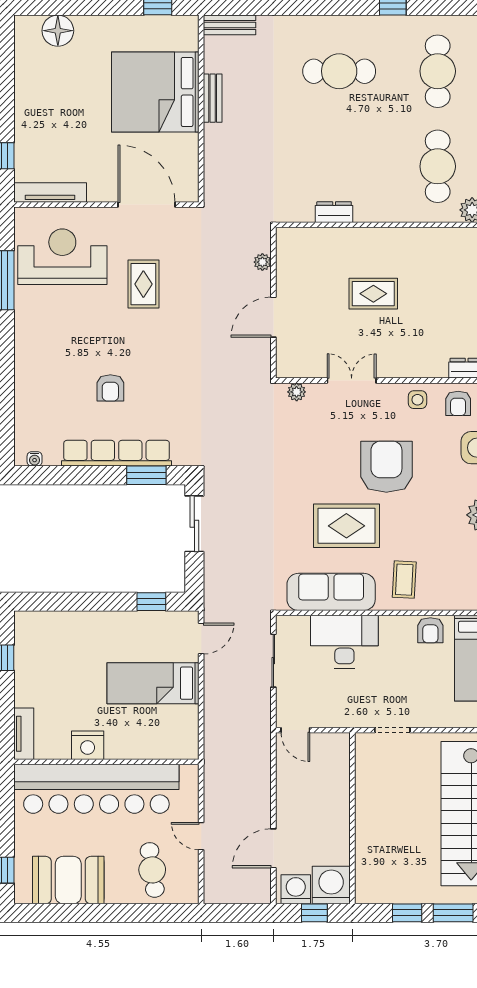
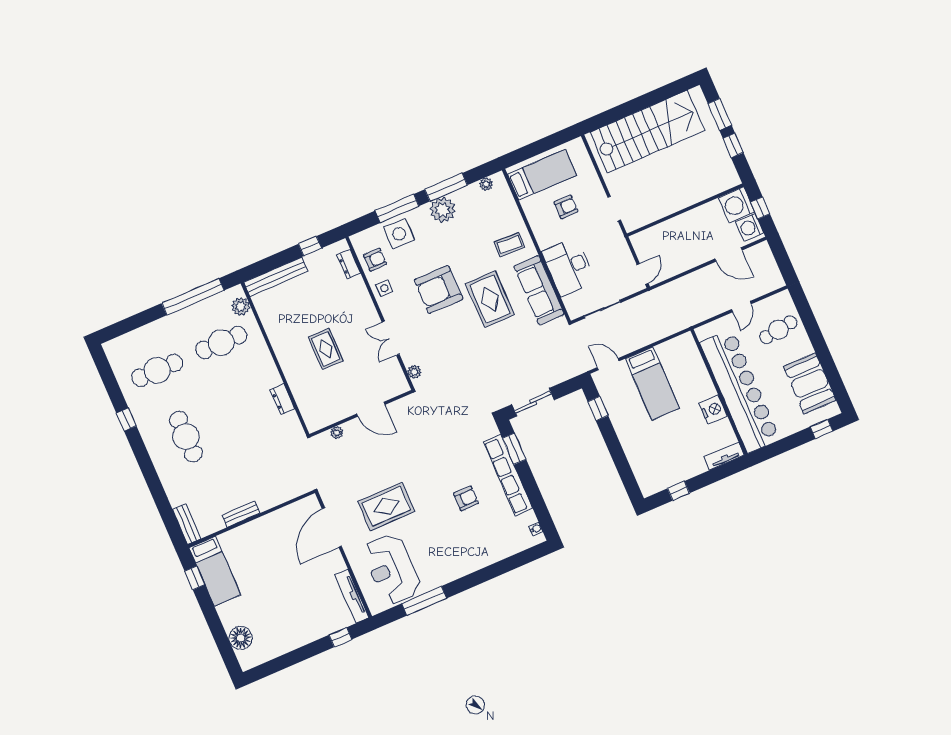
bed: (155, 92) -> (215, 571), moved, width x0.49
rug: (143, 284) -> (386, 506), width x1.36, depth x1.43
armchair: (430, 630) -> (566, 207), moved

